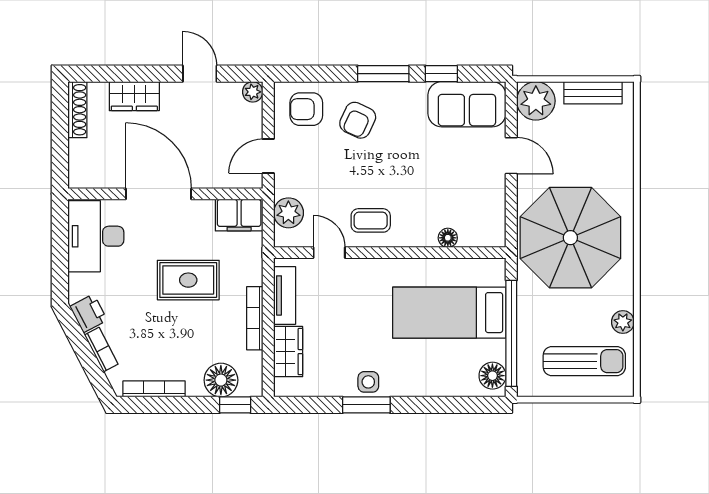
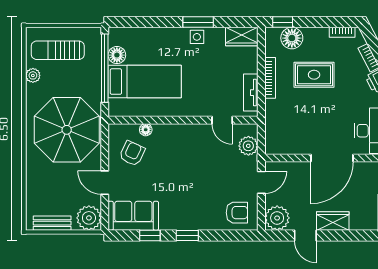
window: (383, 74) -> (187, 235), width x0.67
plant: (253, 92) -> (277, 218), width x1.87, depth x1.87
wardrobe: (134, 96) -> (333, 221), moved
armchair: (358, 120) -> (132, 153), moved
door: (159, 194) -> (332, 158), hinge flipped
filing cabinet: (239, 215) -> (280, 144), removed
coffee table: (371, 220) -> (195, 141), removed
rug: (188, 280) -> (314, 75), moved
wardrobe: (288, 352) -> (242, 37), moved, turned -90
floor lamp: (492, 376) -> (117, 55), moved
bookcase: (154, 389) -> (342, 32), width x0.64

